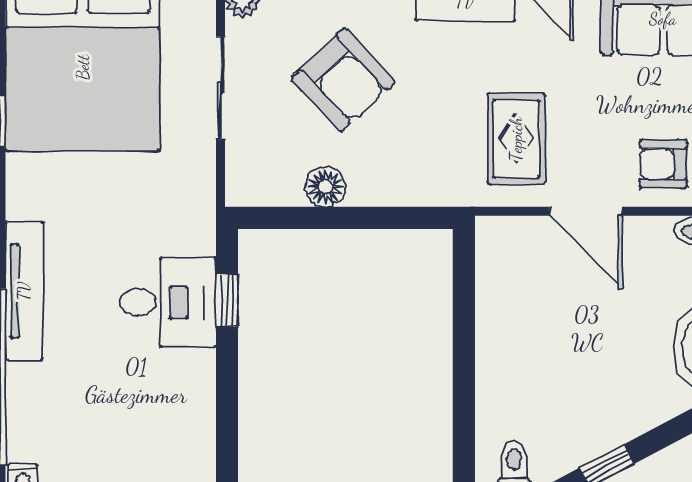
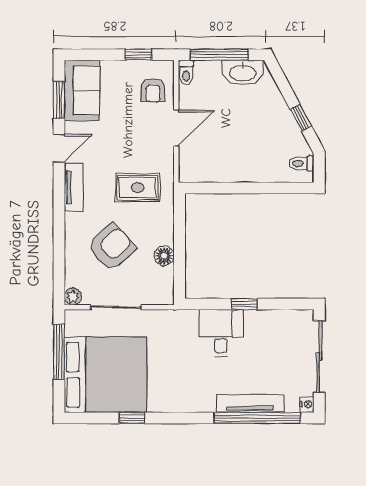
rug: (516, 139) -> (138, 188), moved
tv unit: (24, 291) -> (250, 403), moved
window: (227, 300) -> (244, 304), moved

